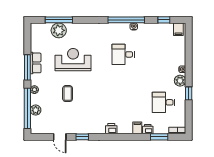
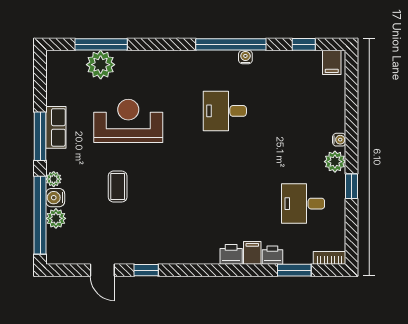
water cooler: (35, 99) -> (55, 198), added
printer: (111, 129) -> (231, 254), moved

